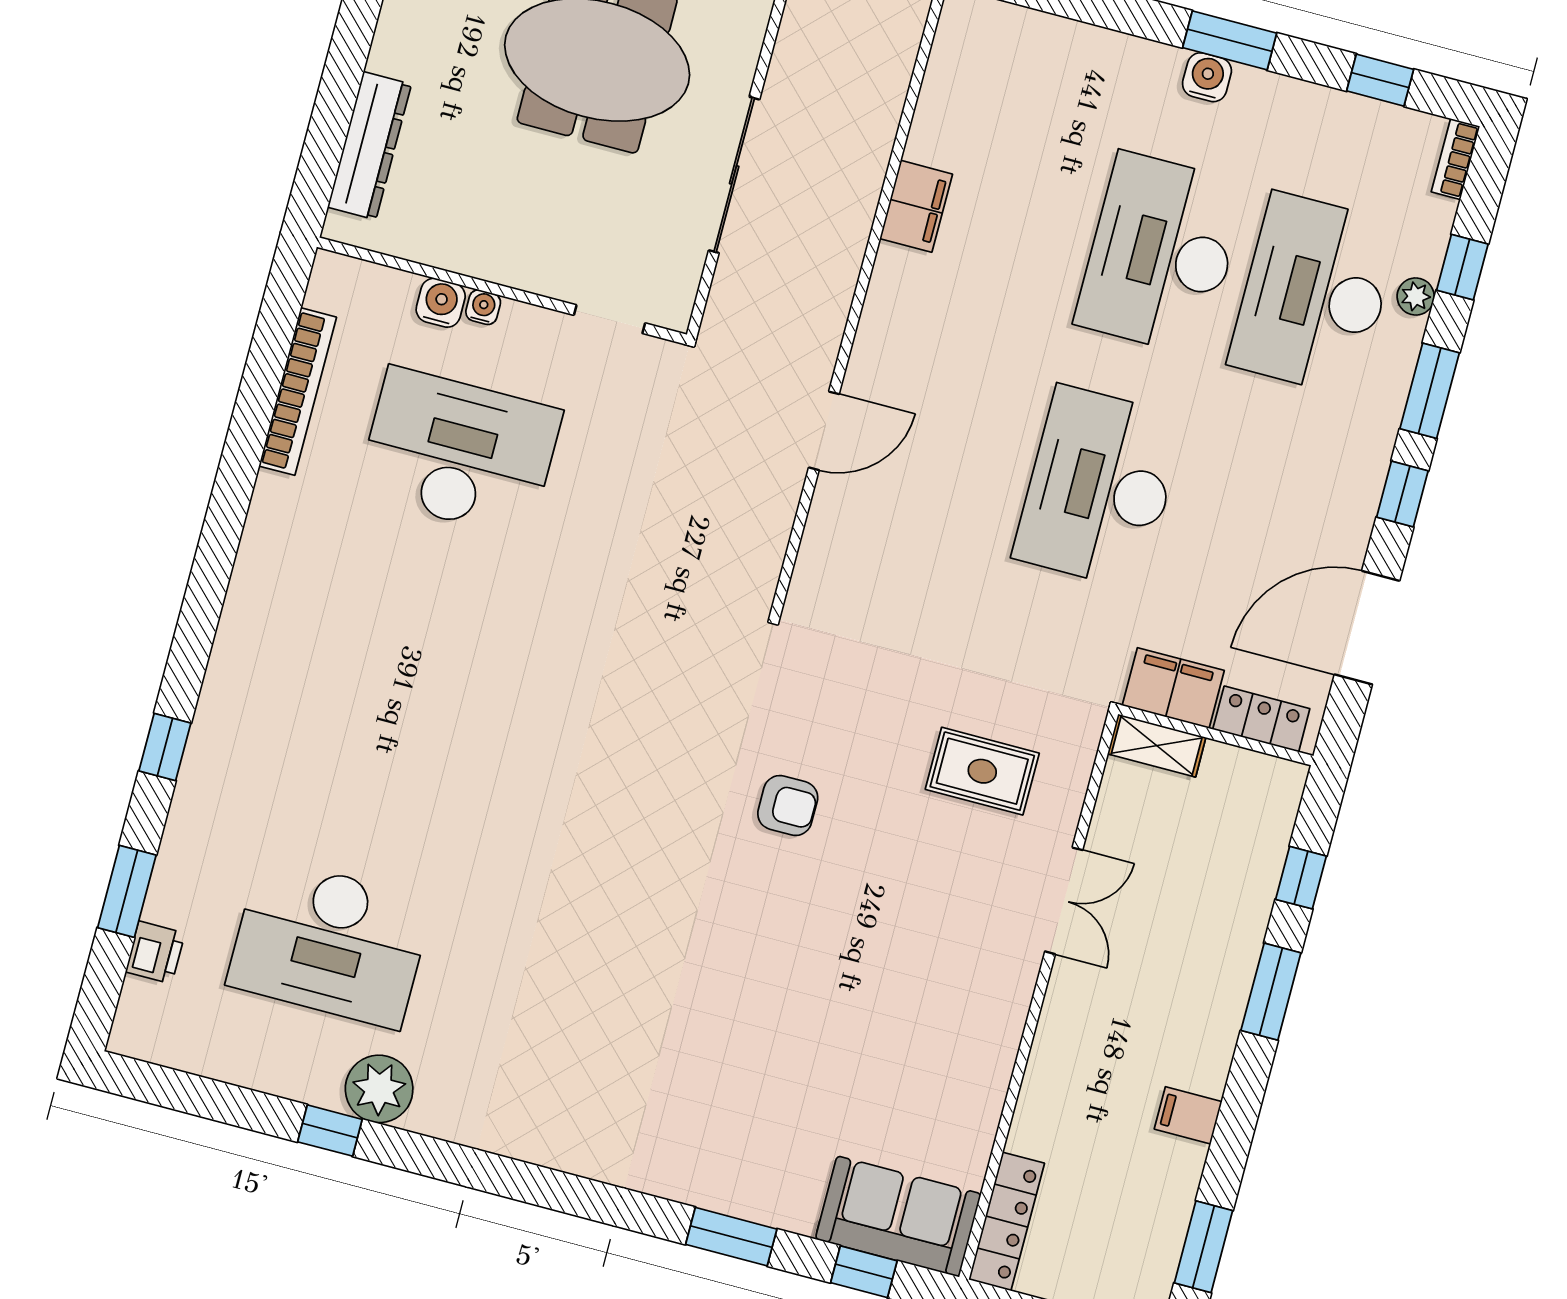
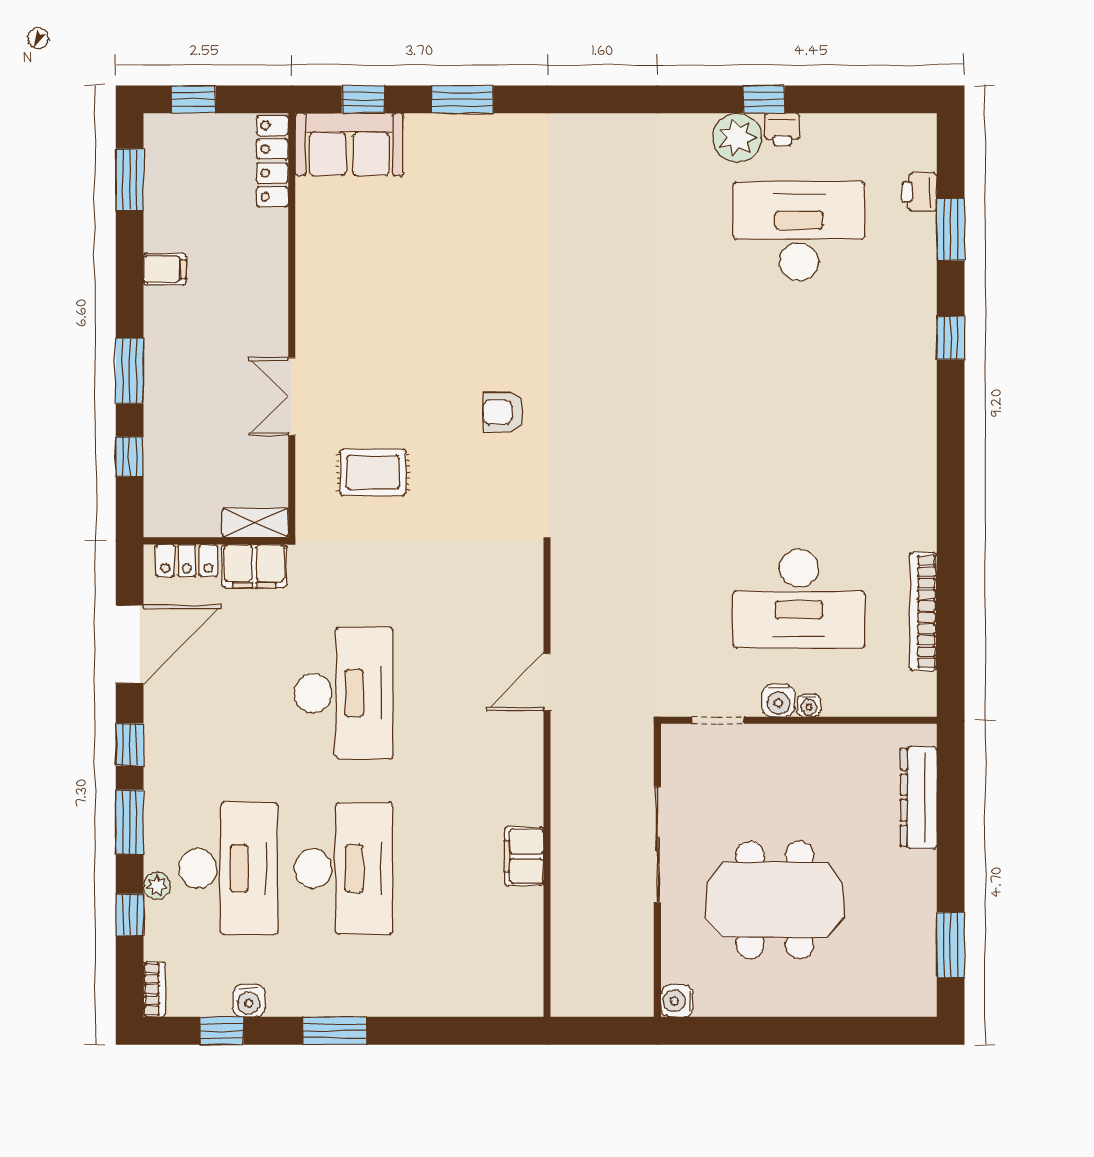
water cooler: (1207, 77) -> (249, 1001), moved
water cooler: (441, 303) -> (778, 701), moved
printer: (316, 1084) -> (782, 129), added

